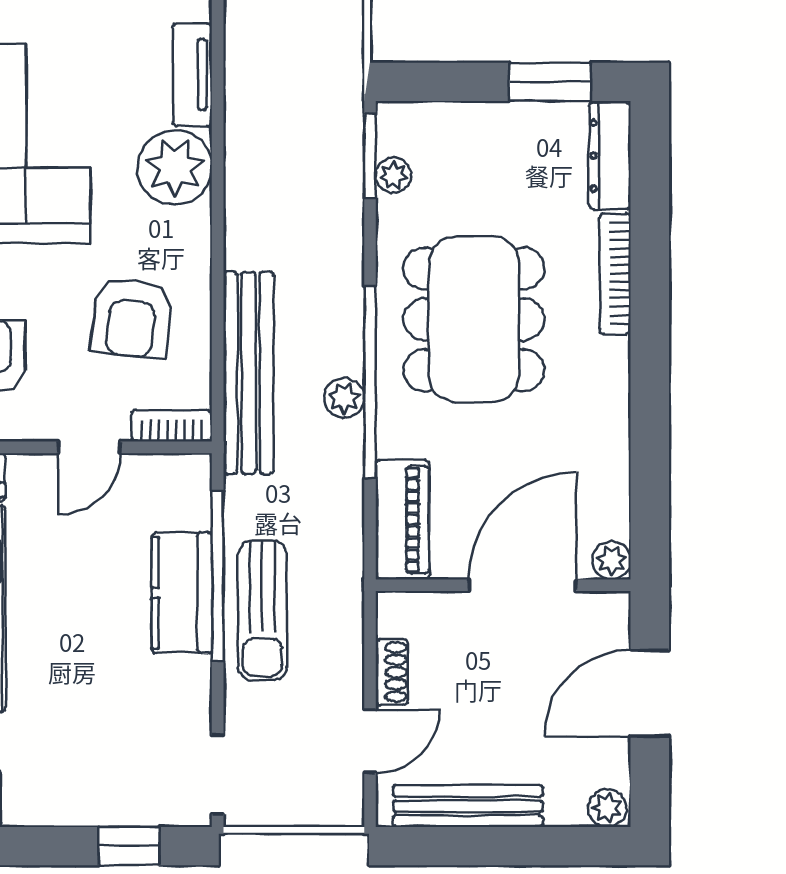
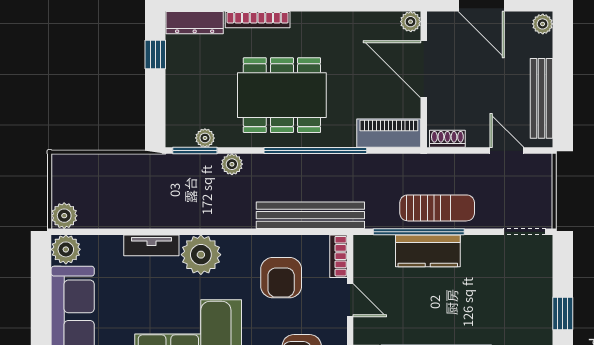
window: (550, 82) -> (155, 55), width x0.67
armchair: (132, 318) -> (281, 278), turned 84
plant: (344, 398) -> (232, 164), moved
shoe rack: (392, 672) -> (447, 139), moved
window: (129, 846) -> (563, 313), moved

